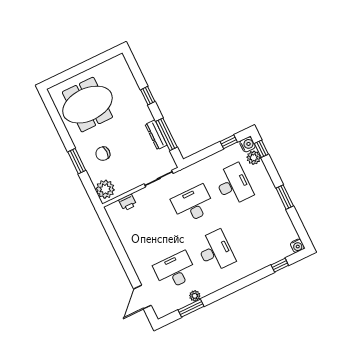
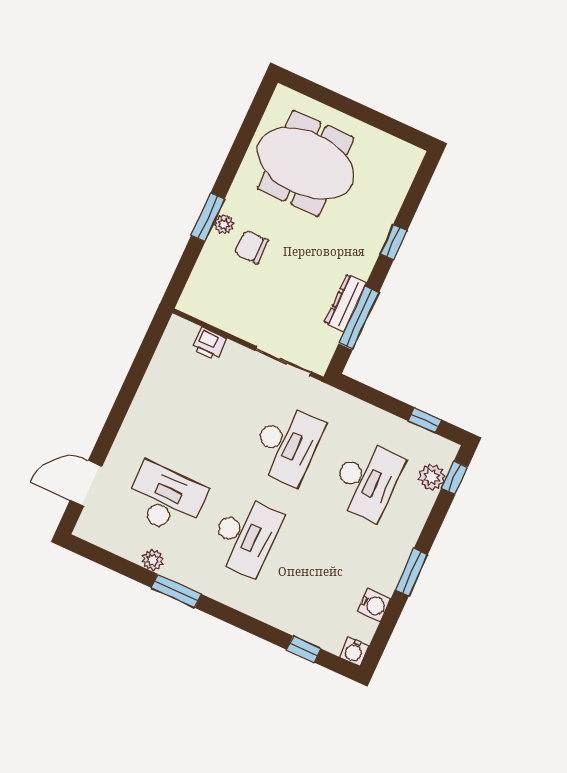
water cooler: (248, 144) -> (374, 605), moved
plant: (105, 189) -> (224, 224), moved, width x0.53, depth x0.53
desk: (193, 204) -> (287, 444), turned 90
window: (191, 308) -> (176, 591), moved

